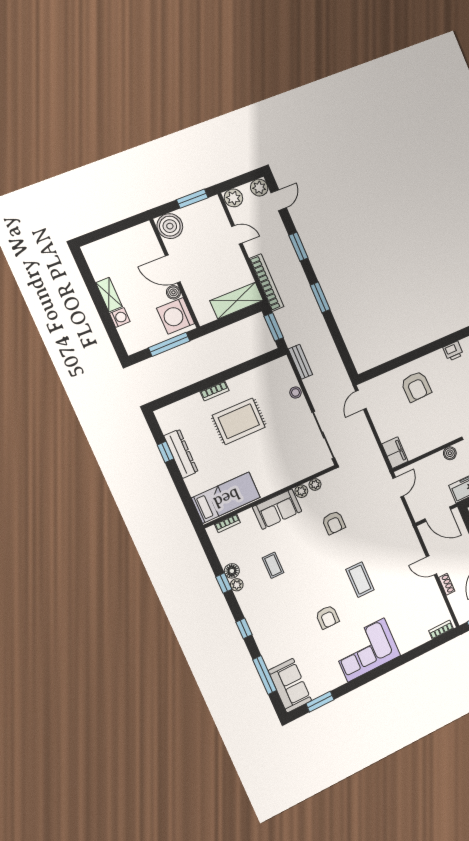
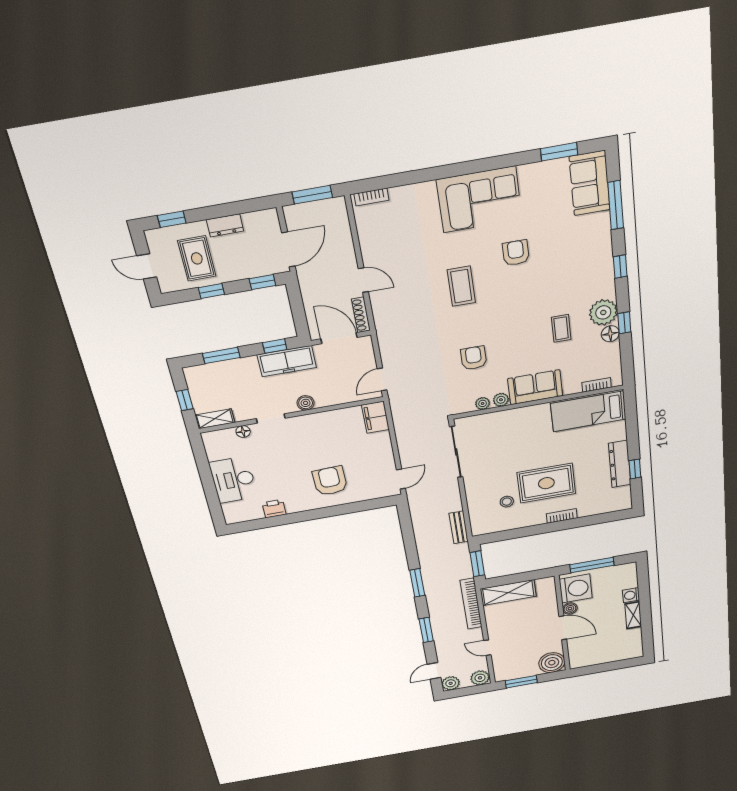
stool: (296, 392) -> (507, 502), moved
shoe rack: (447, 584) -> (361, 315), moved, width x1.43
plant: (237, 585) -> (603, 312), width x1.88, depth x1.88

